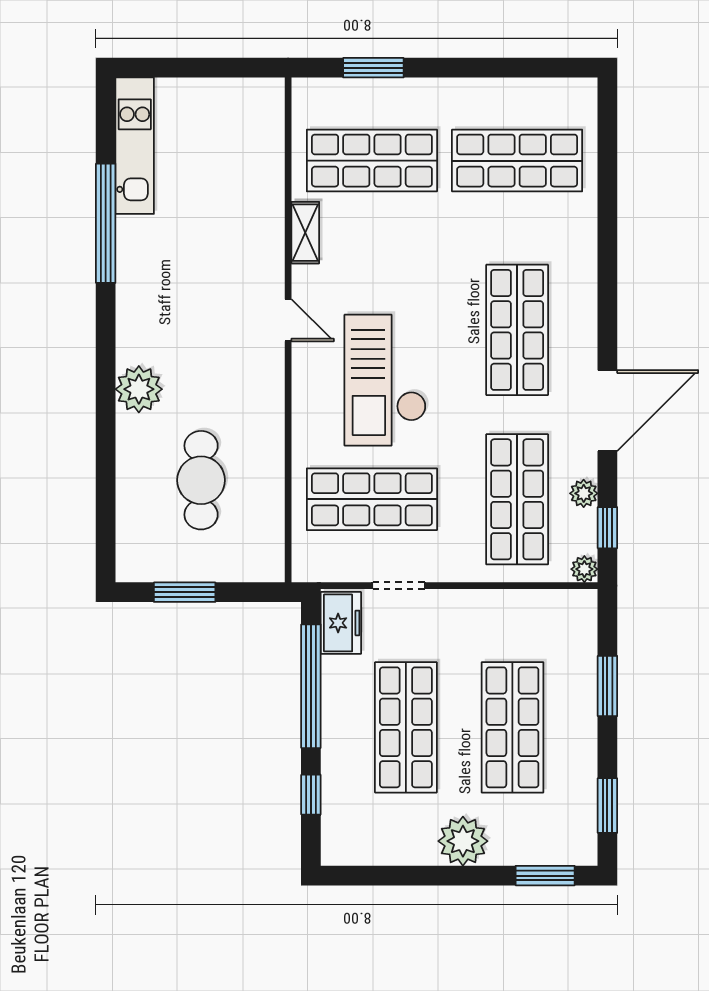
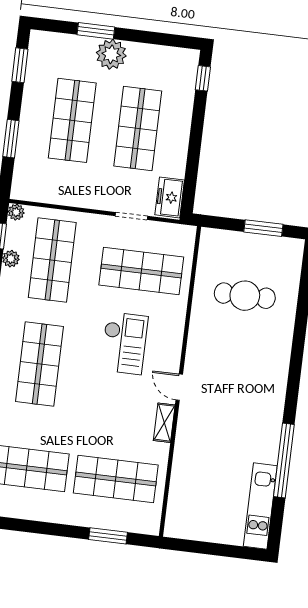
shelving: (305, 233) -> (164, 423), moved
checkout: (385, 380) -> (124, 343), width x0.73, depth x0.83
plant: (139, 389) -> (276, 356), removed
cafe table: (201, 480) -> (245, 296), turned 90
window: (311, 686) -> (193, 161), removed
window: (311, 795) -> (203, 78), moved
window: (545, 876) -> (96, 31), moved

